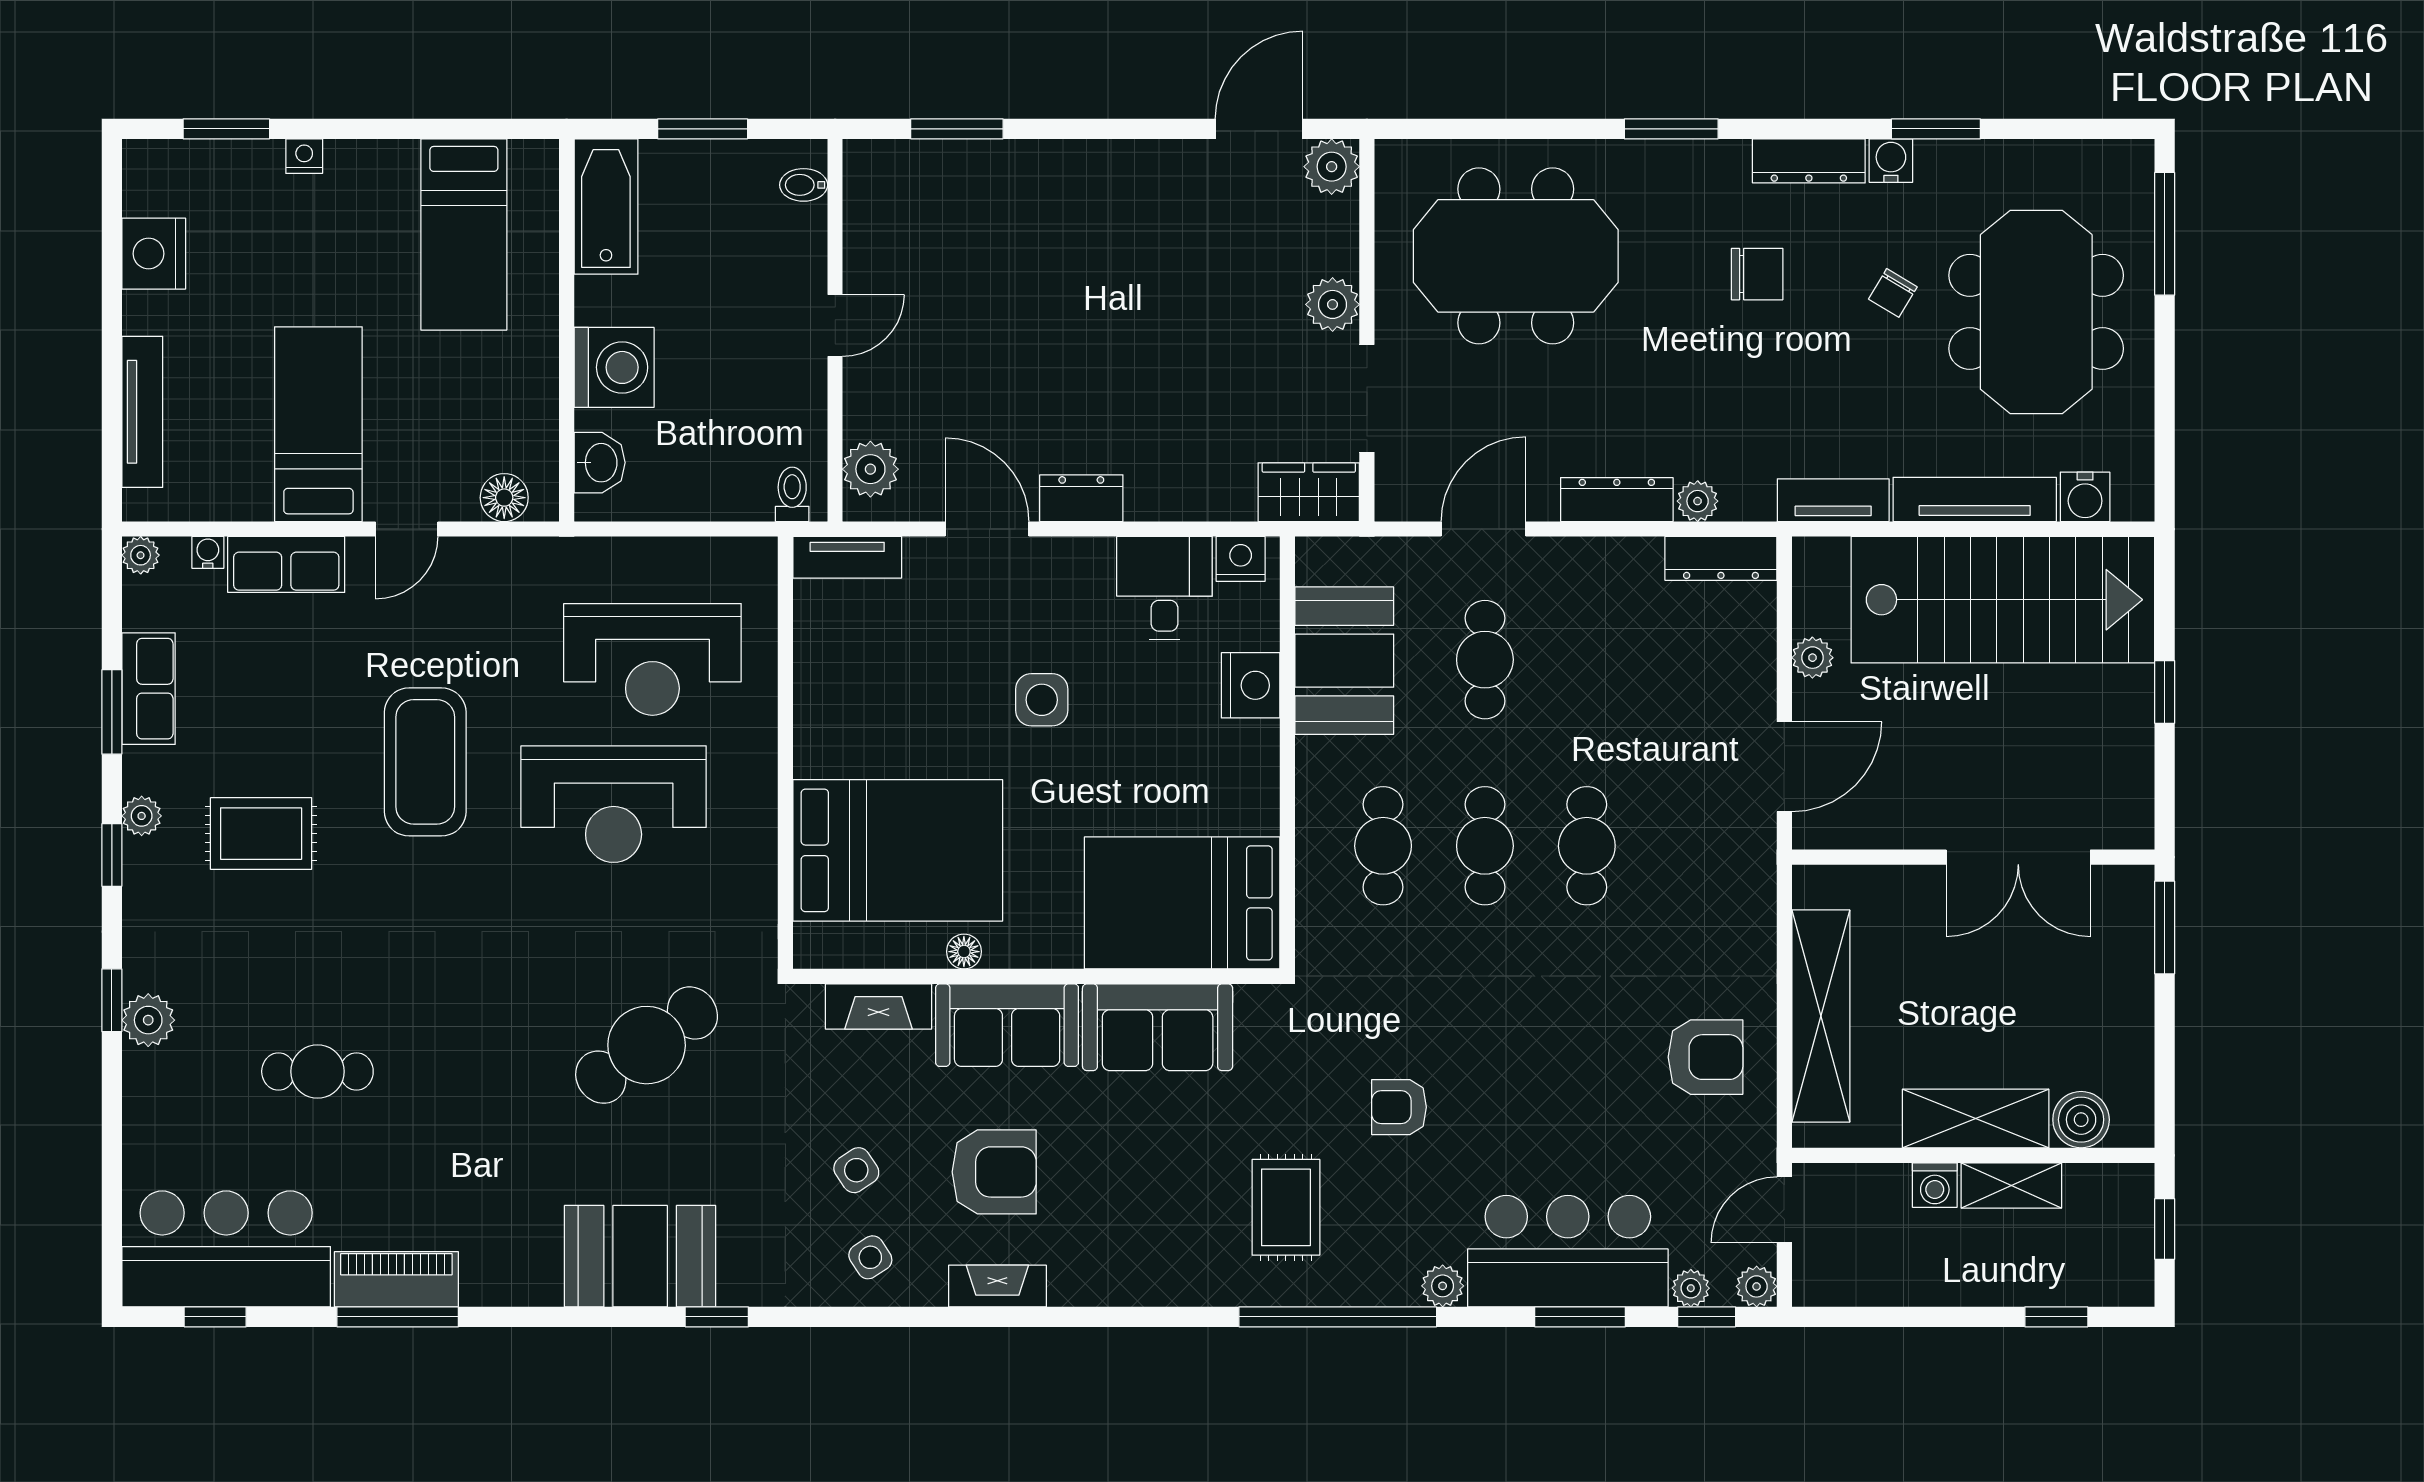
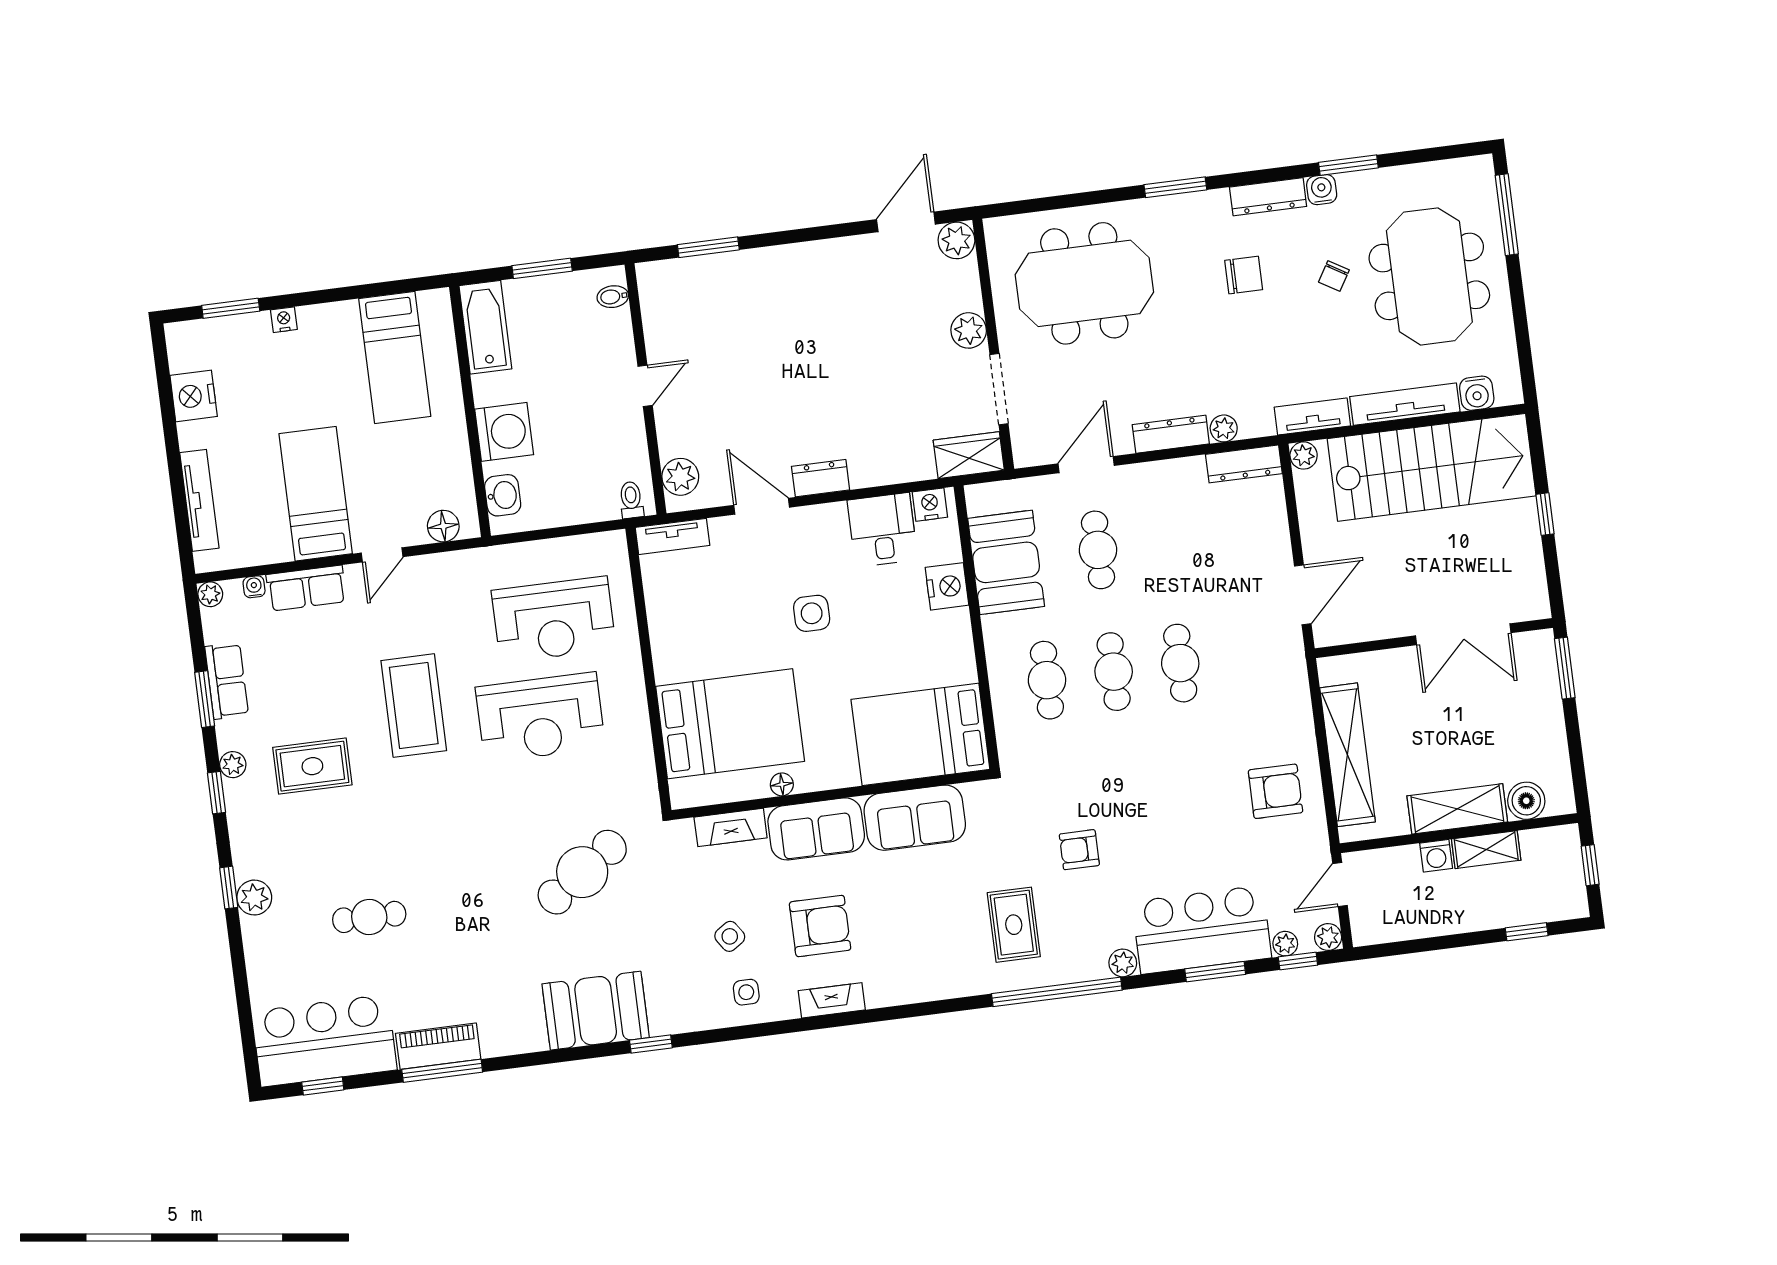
plant: (1812, 658) -> (1304, 455), moved
side table: (870, 1257) -> (746, 992), turned 33

